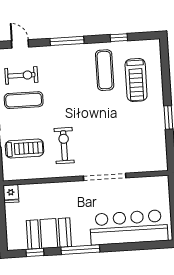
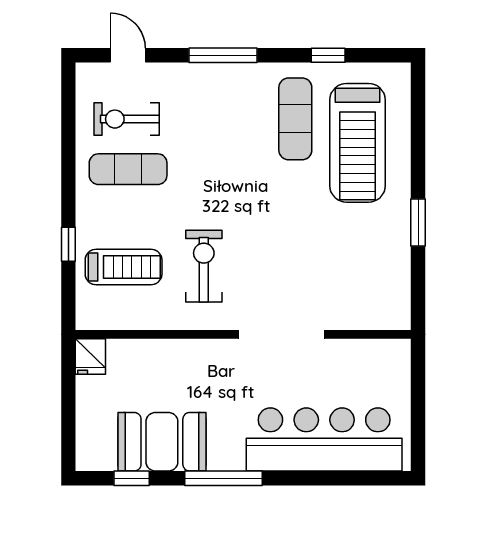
exercise bike: (21, 75) -> (127, 119), turned 180
treadmill: (136, 80) -> (358, 143), width x1.37, depth x1.38

